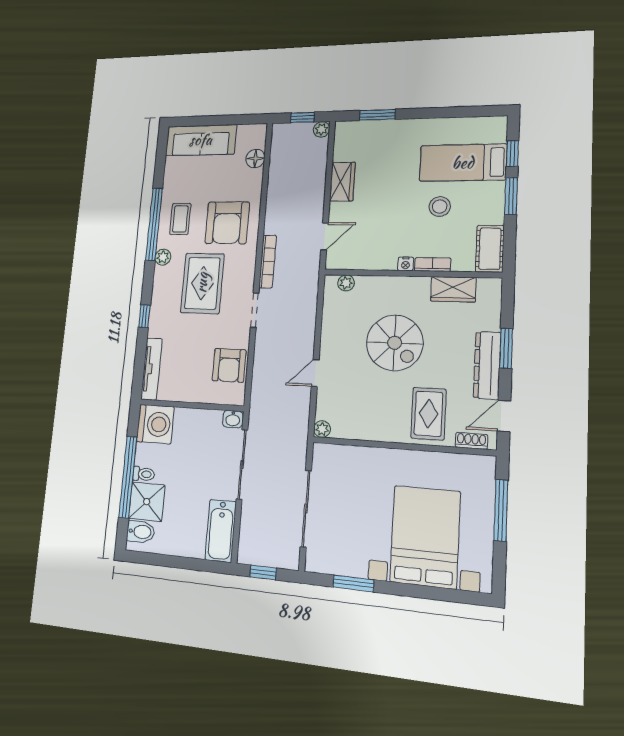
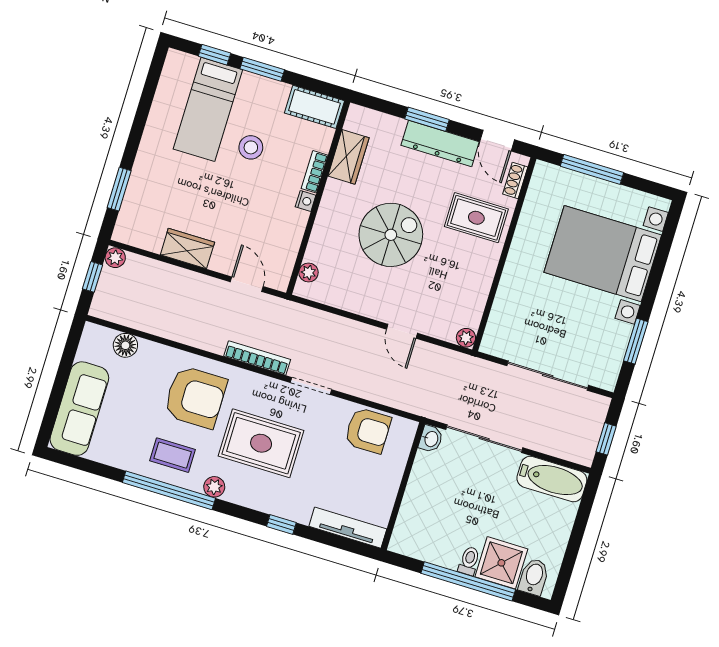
washing machine: (155, 424) -> (414, 535), removed

